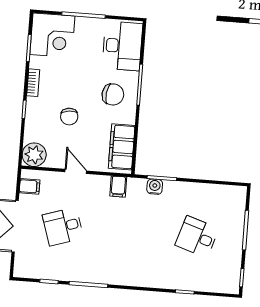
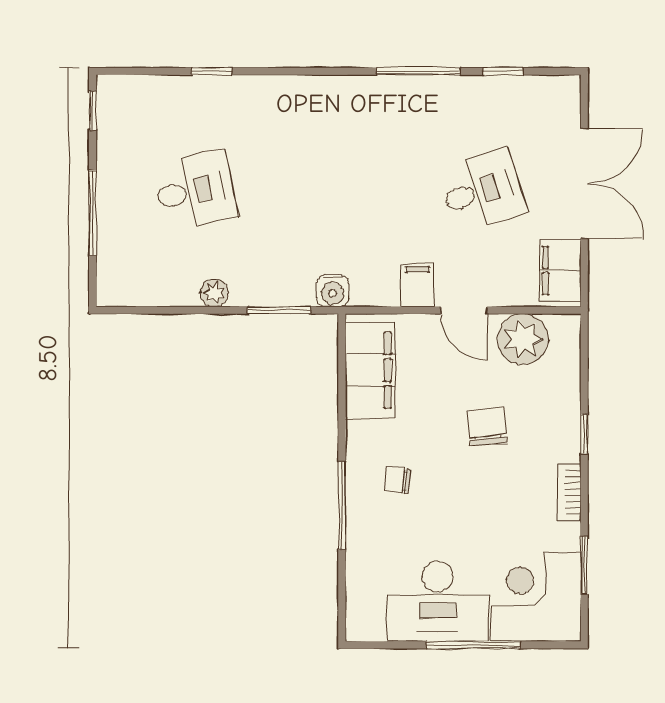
desk: (122, 46) -> (438, 601), moved, turned -90
chair: (113, 94) -> (397, 480), width x0.54, depth x0.54
plant: (34, 155) -> (523, 339), moved
filing cabinet: (30, 186) -> (560, 271), width x2.00
filing cabinet: (118, 187) -> (418, 285), moved
water cooler: (155, 187) -> (333, 291), moved
plant: (192, 188) -> (214, 293), added
desk: (197, 237) -> (195, 191), turned -30

